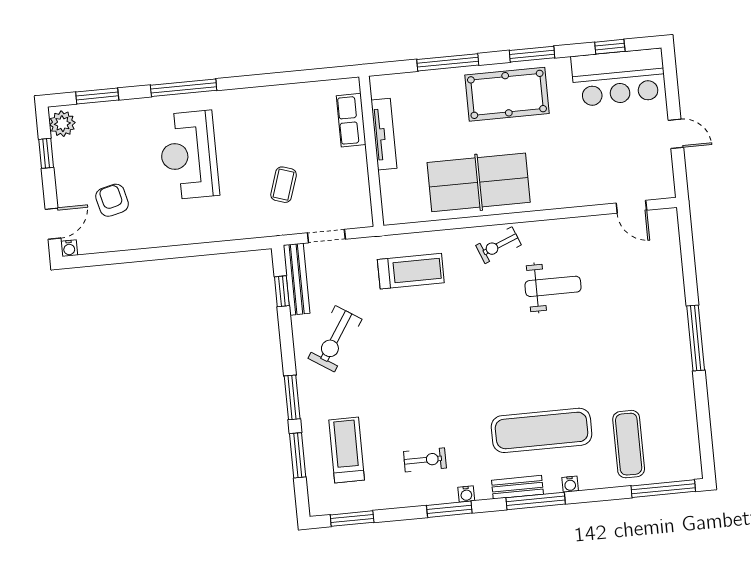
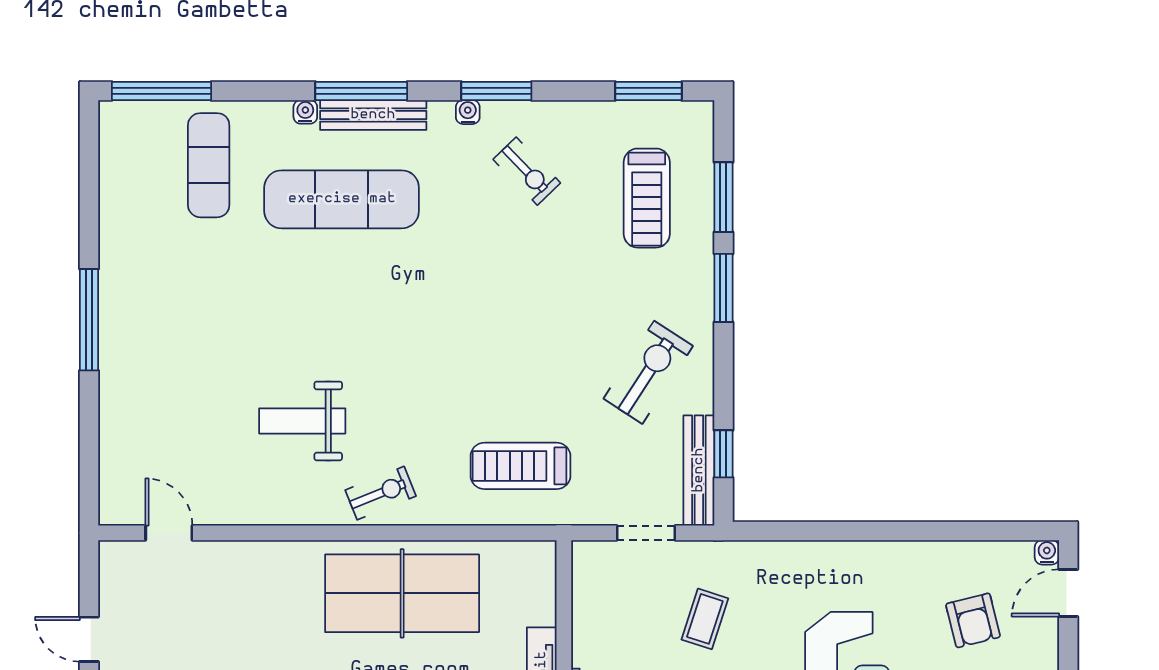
exercise bike: (425, 460) -> (527, 171), turned -134
bench: (517, 487) -> (373, 115), width x1.36

